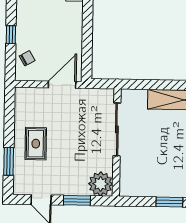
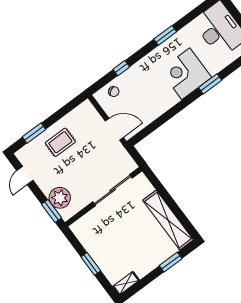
plant: (101, 184) -> (60, 198), moved
window: (77, 200) -> (51, 211), moved

